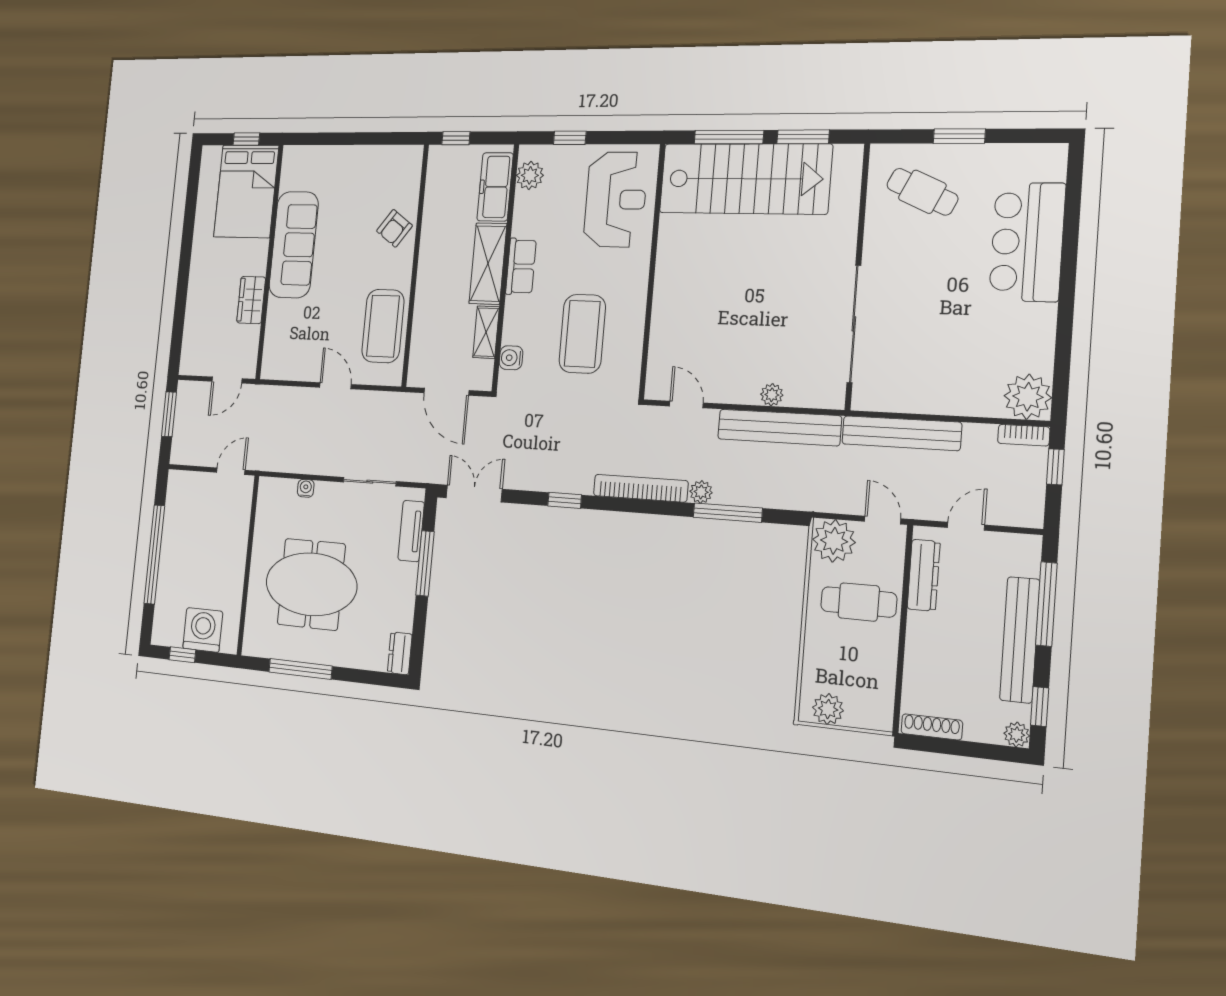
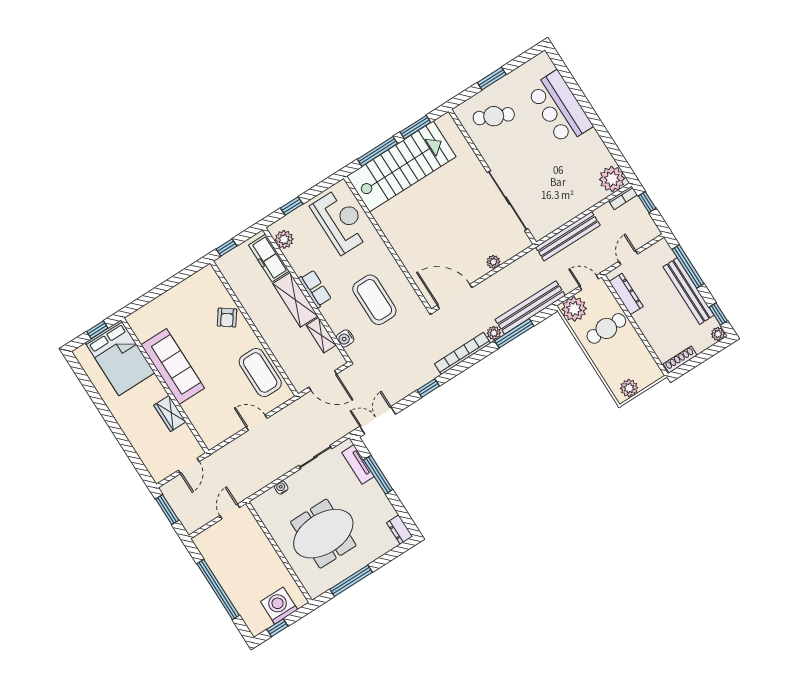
door: (686, 404) -> (455, 296), width x1.88
bench: (779, 427) -> (530, 307), moved

